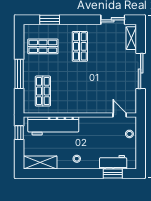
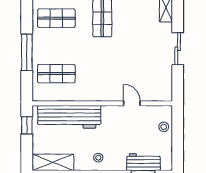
sliding door: (141, 71) -> (178, 49), width x0.73
shop shelf: (43, 91) -> (56, 74), turned 90
door: (120, 115) -> (132, 103), moved

